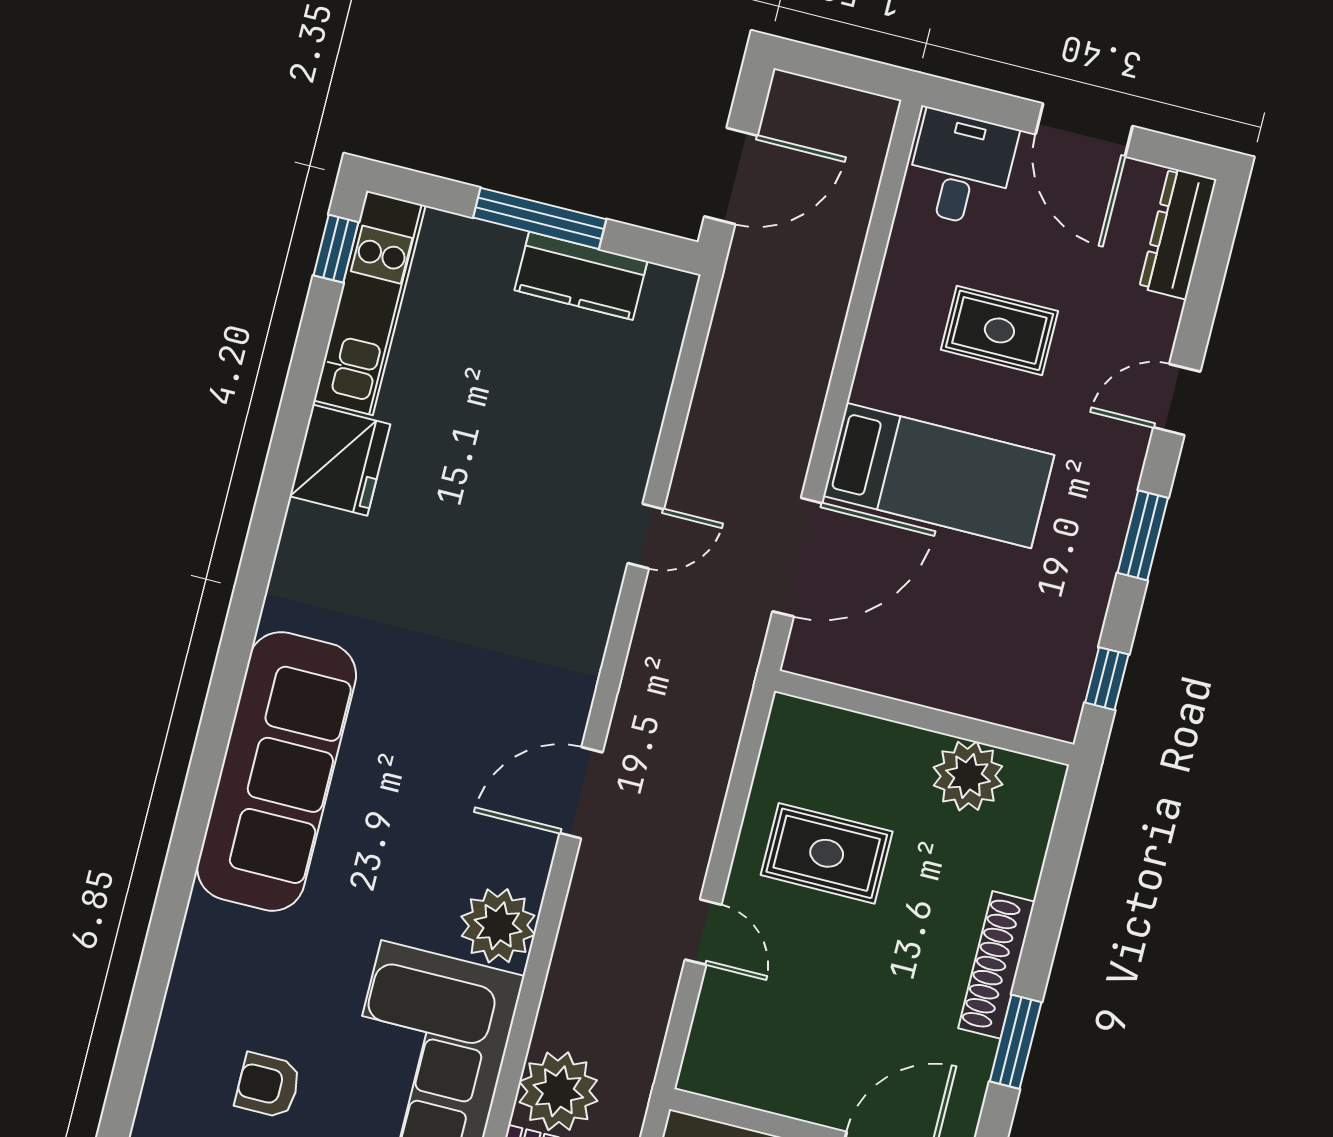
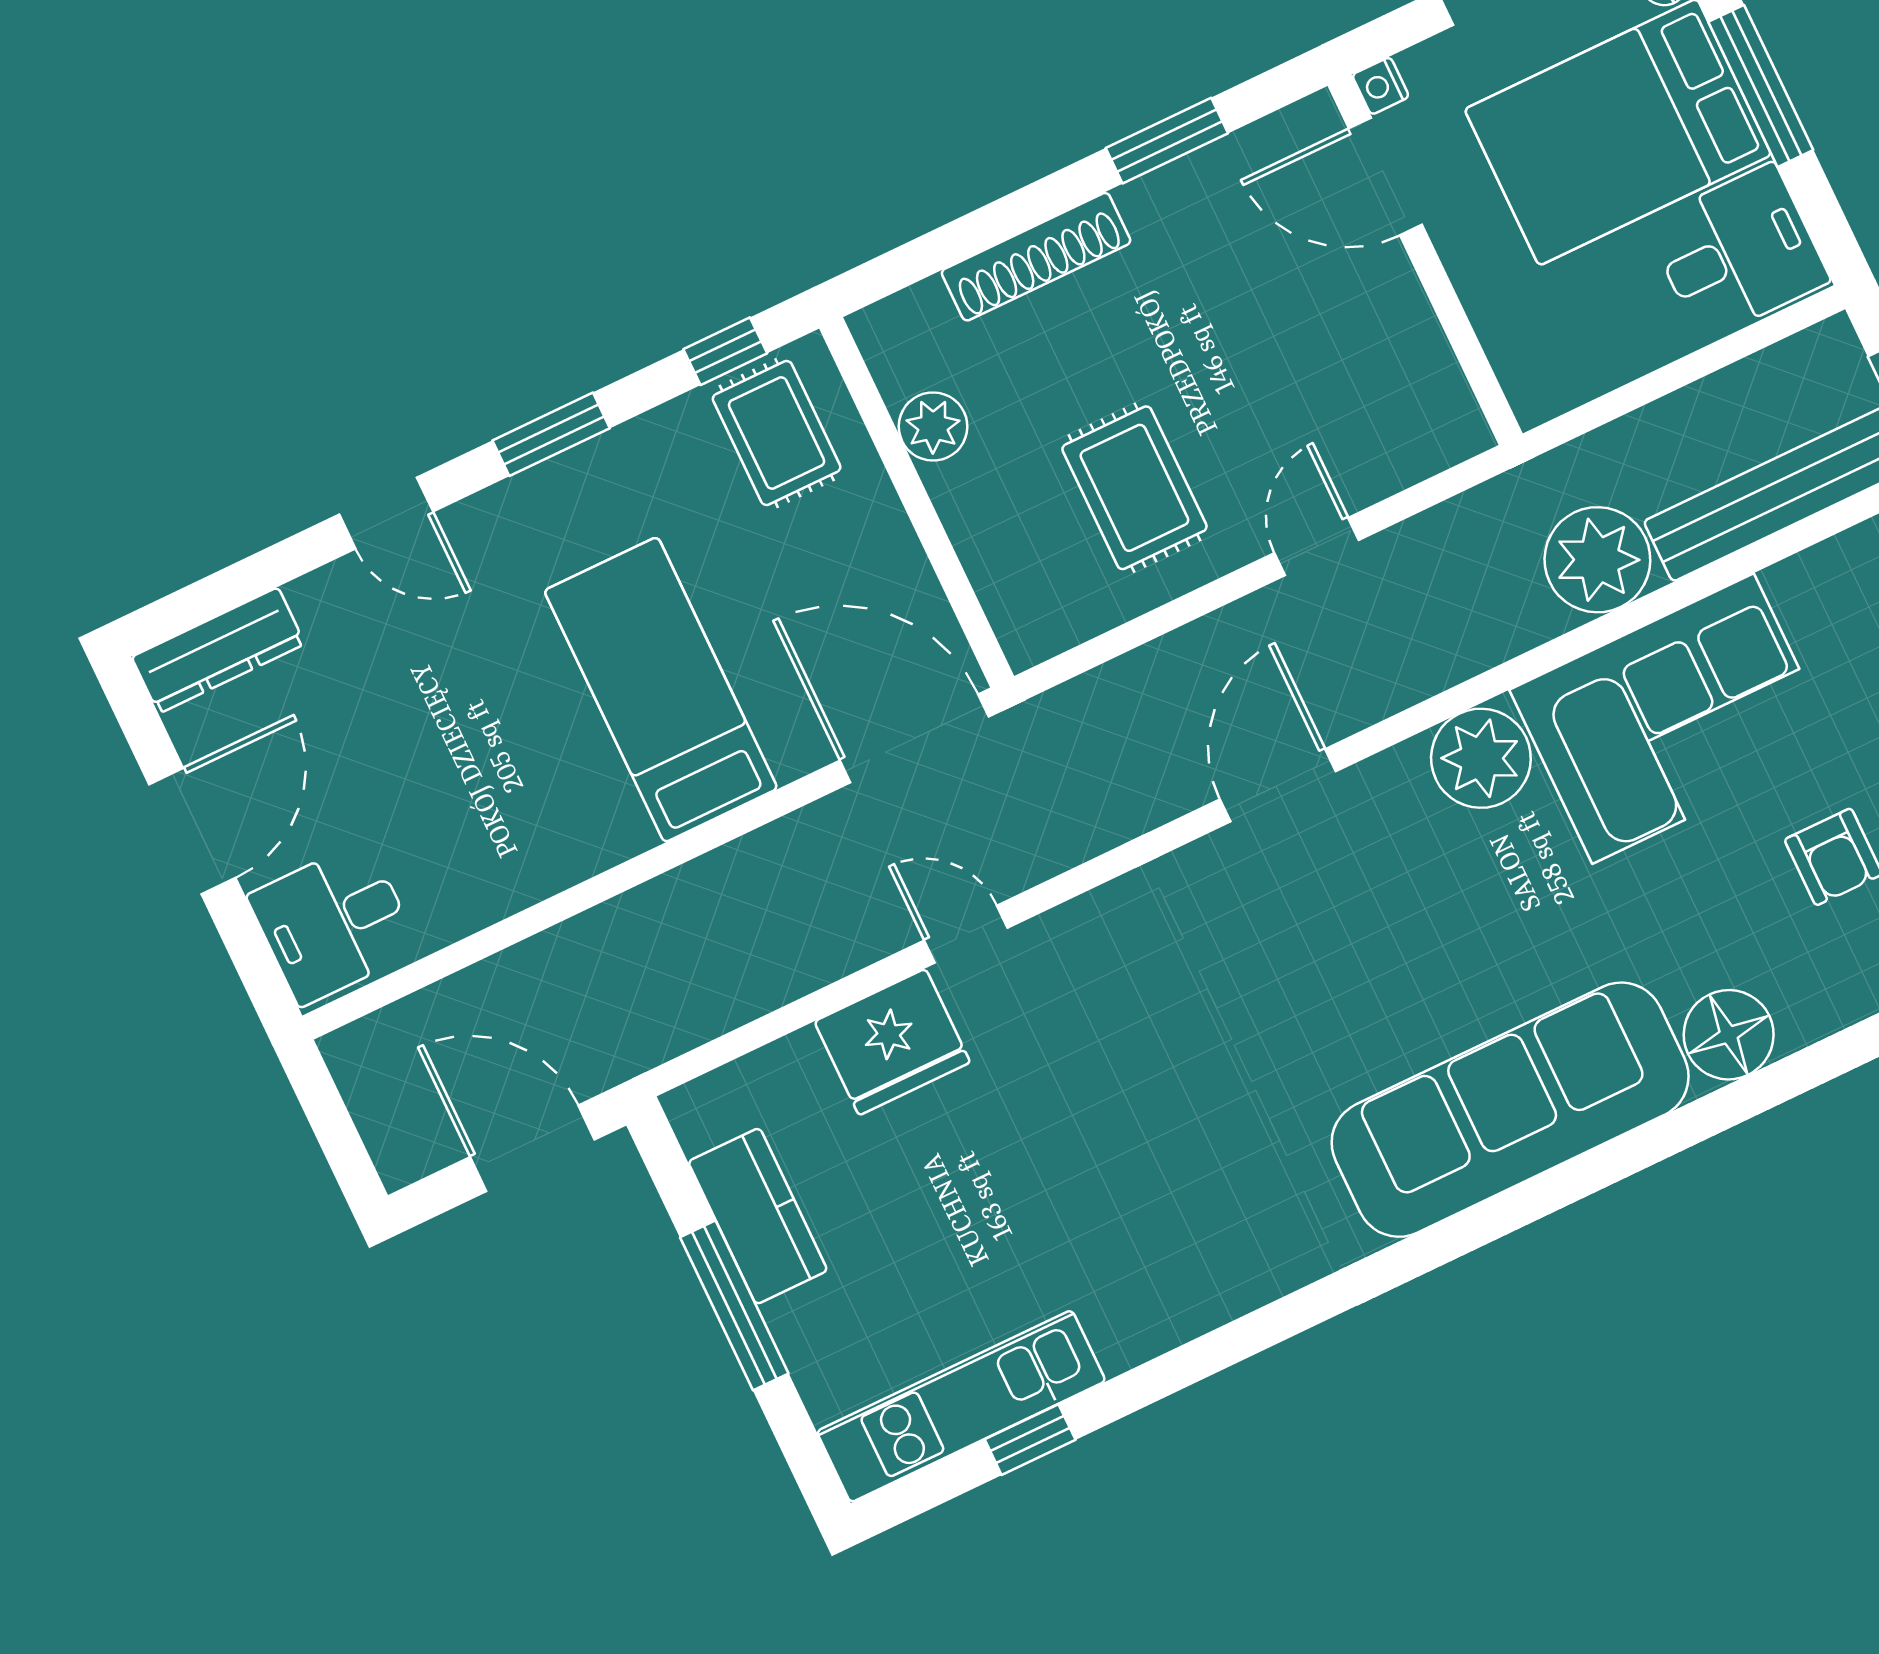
window: (336, 249) -> (1030, 1440), moved
rug: (999, 330) -> (777, 433), moved
fridge: (340, 460) -> (892, 1042), moved, turned 180
door: (797, 557) -> (914, 738), moved
plant: (968, 776) -> (933, 427), width x0.73, depth x0.73
door: (581, 793) -> (1278, 785), swing flipped
floor lamp: (214, 937) -> (1729, 1035), added
shoe rack: (997, 965) -> (1036, 257), moved

